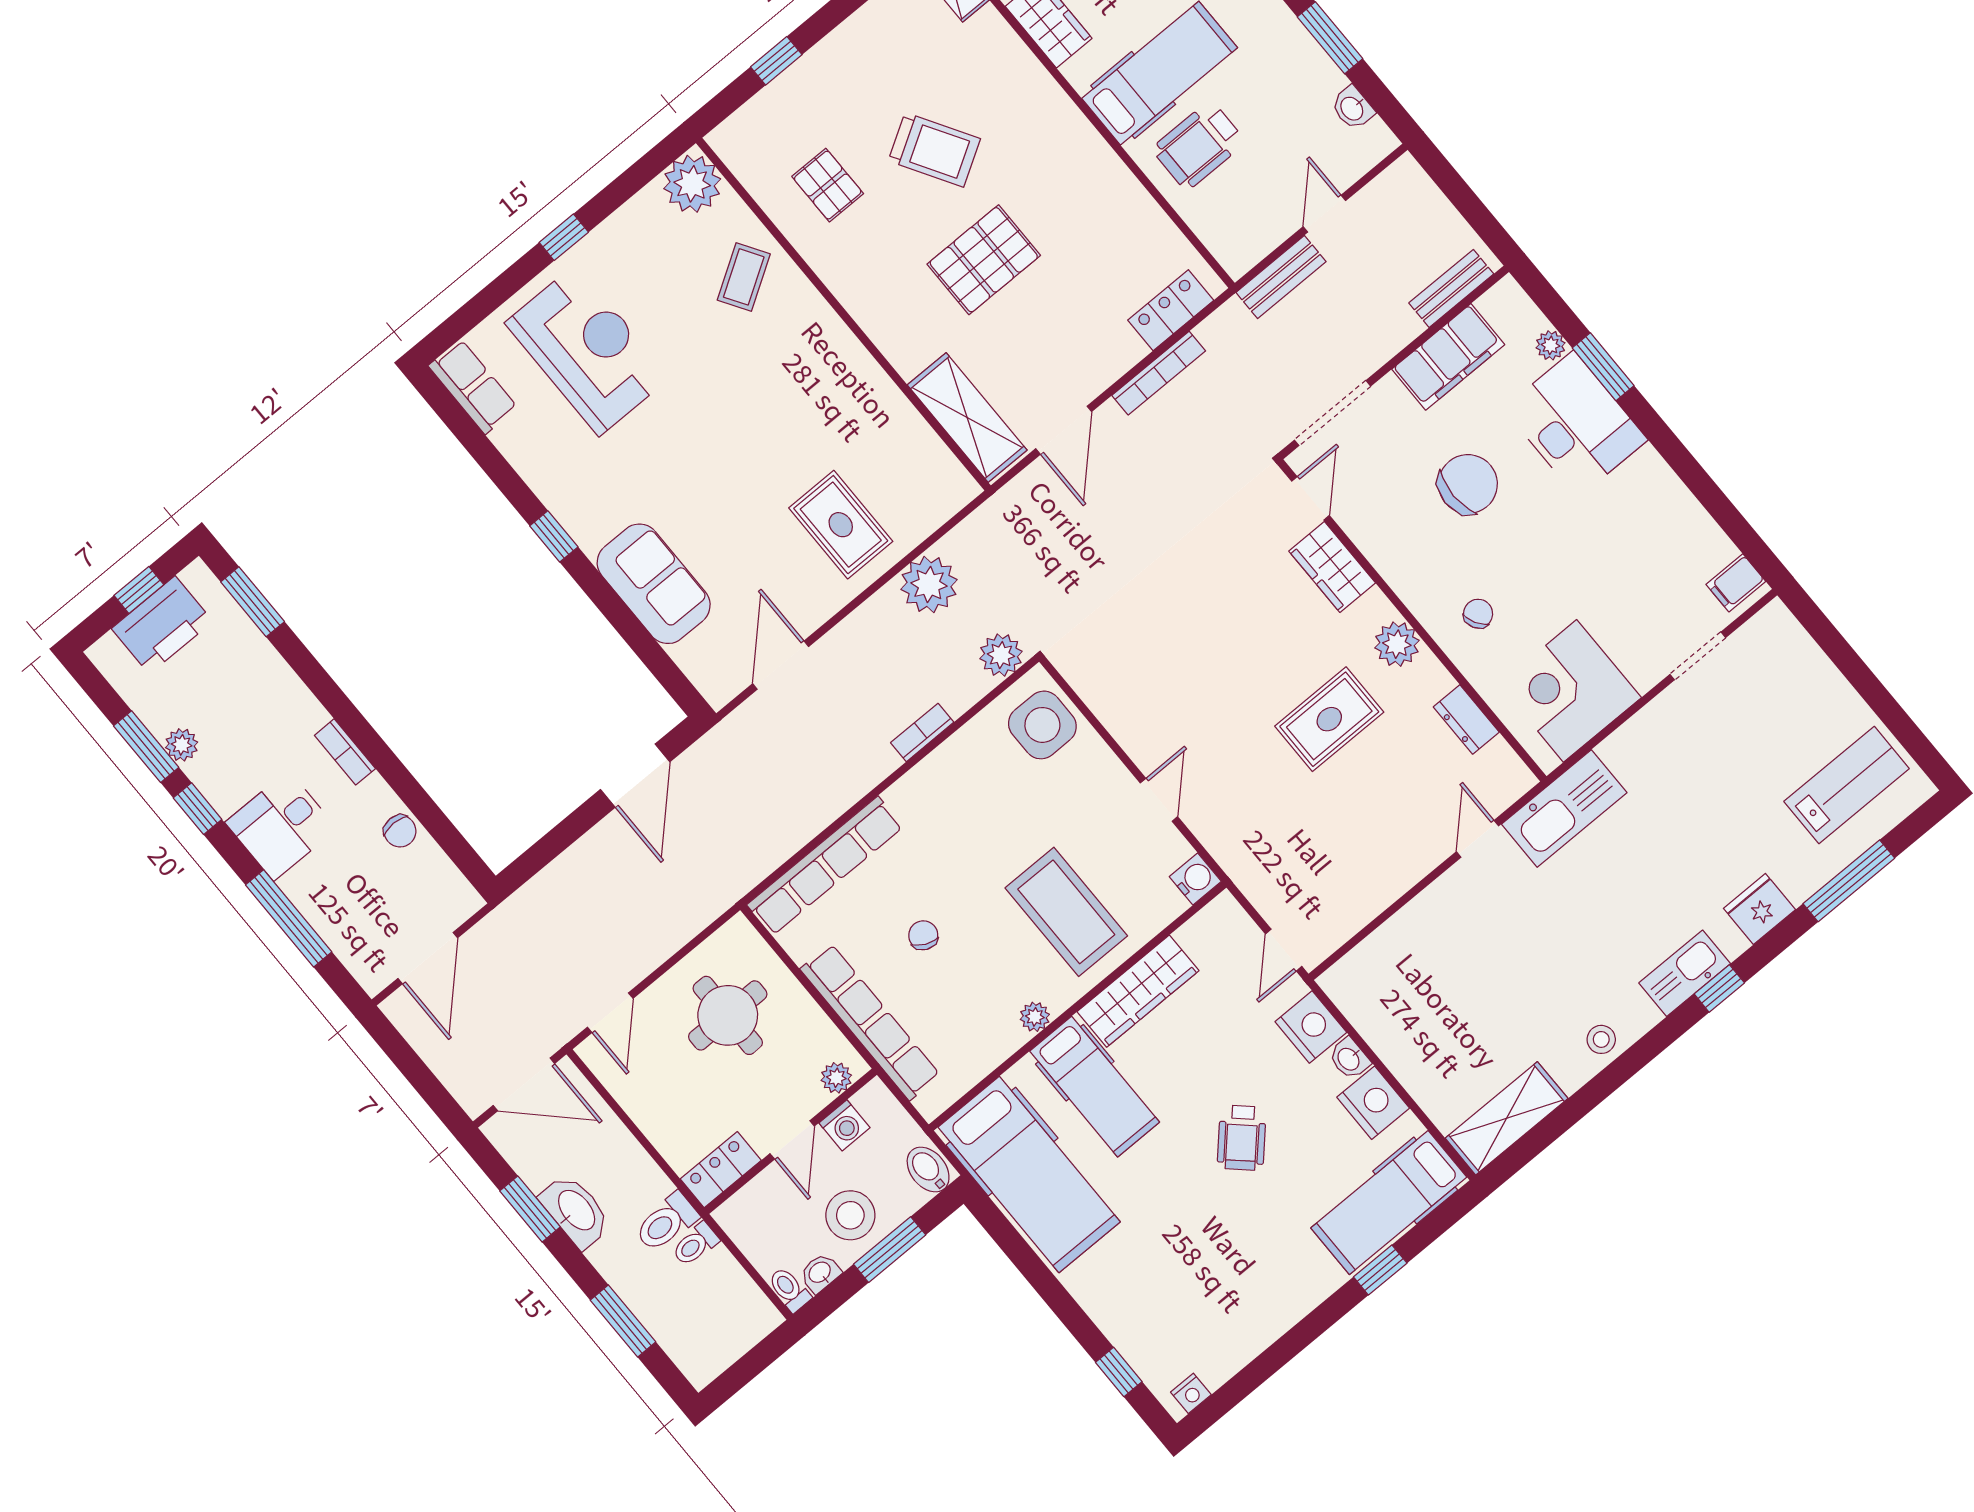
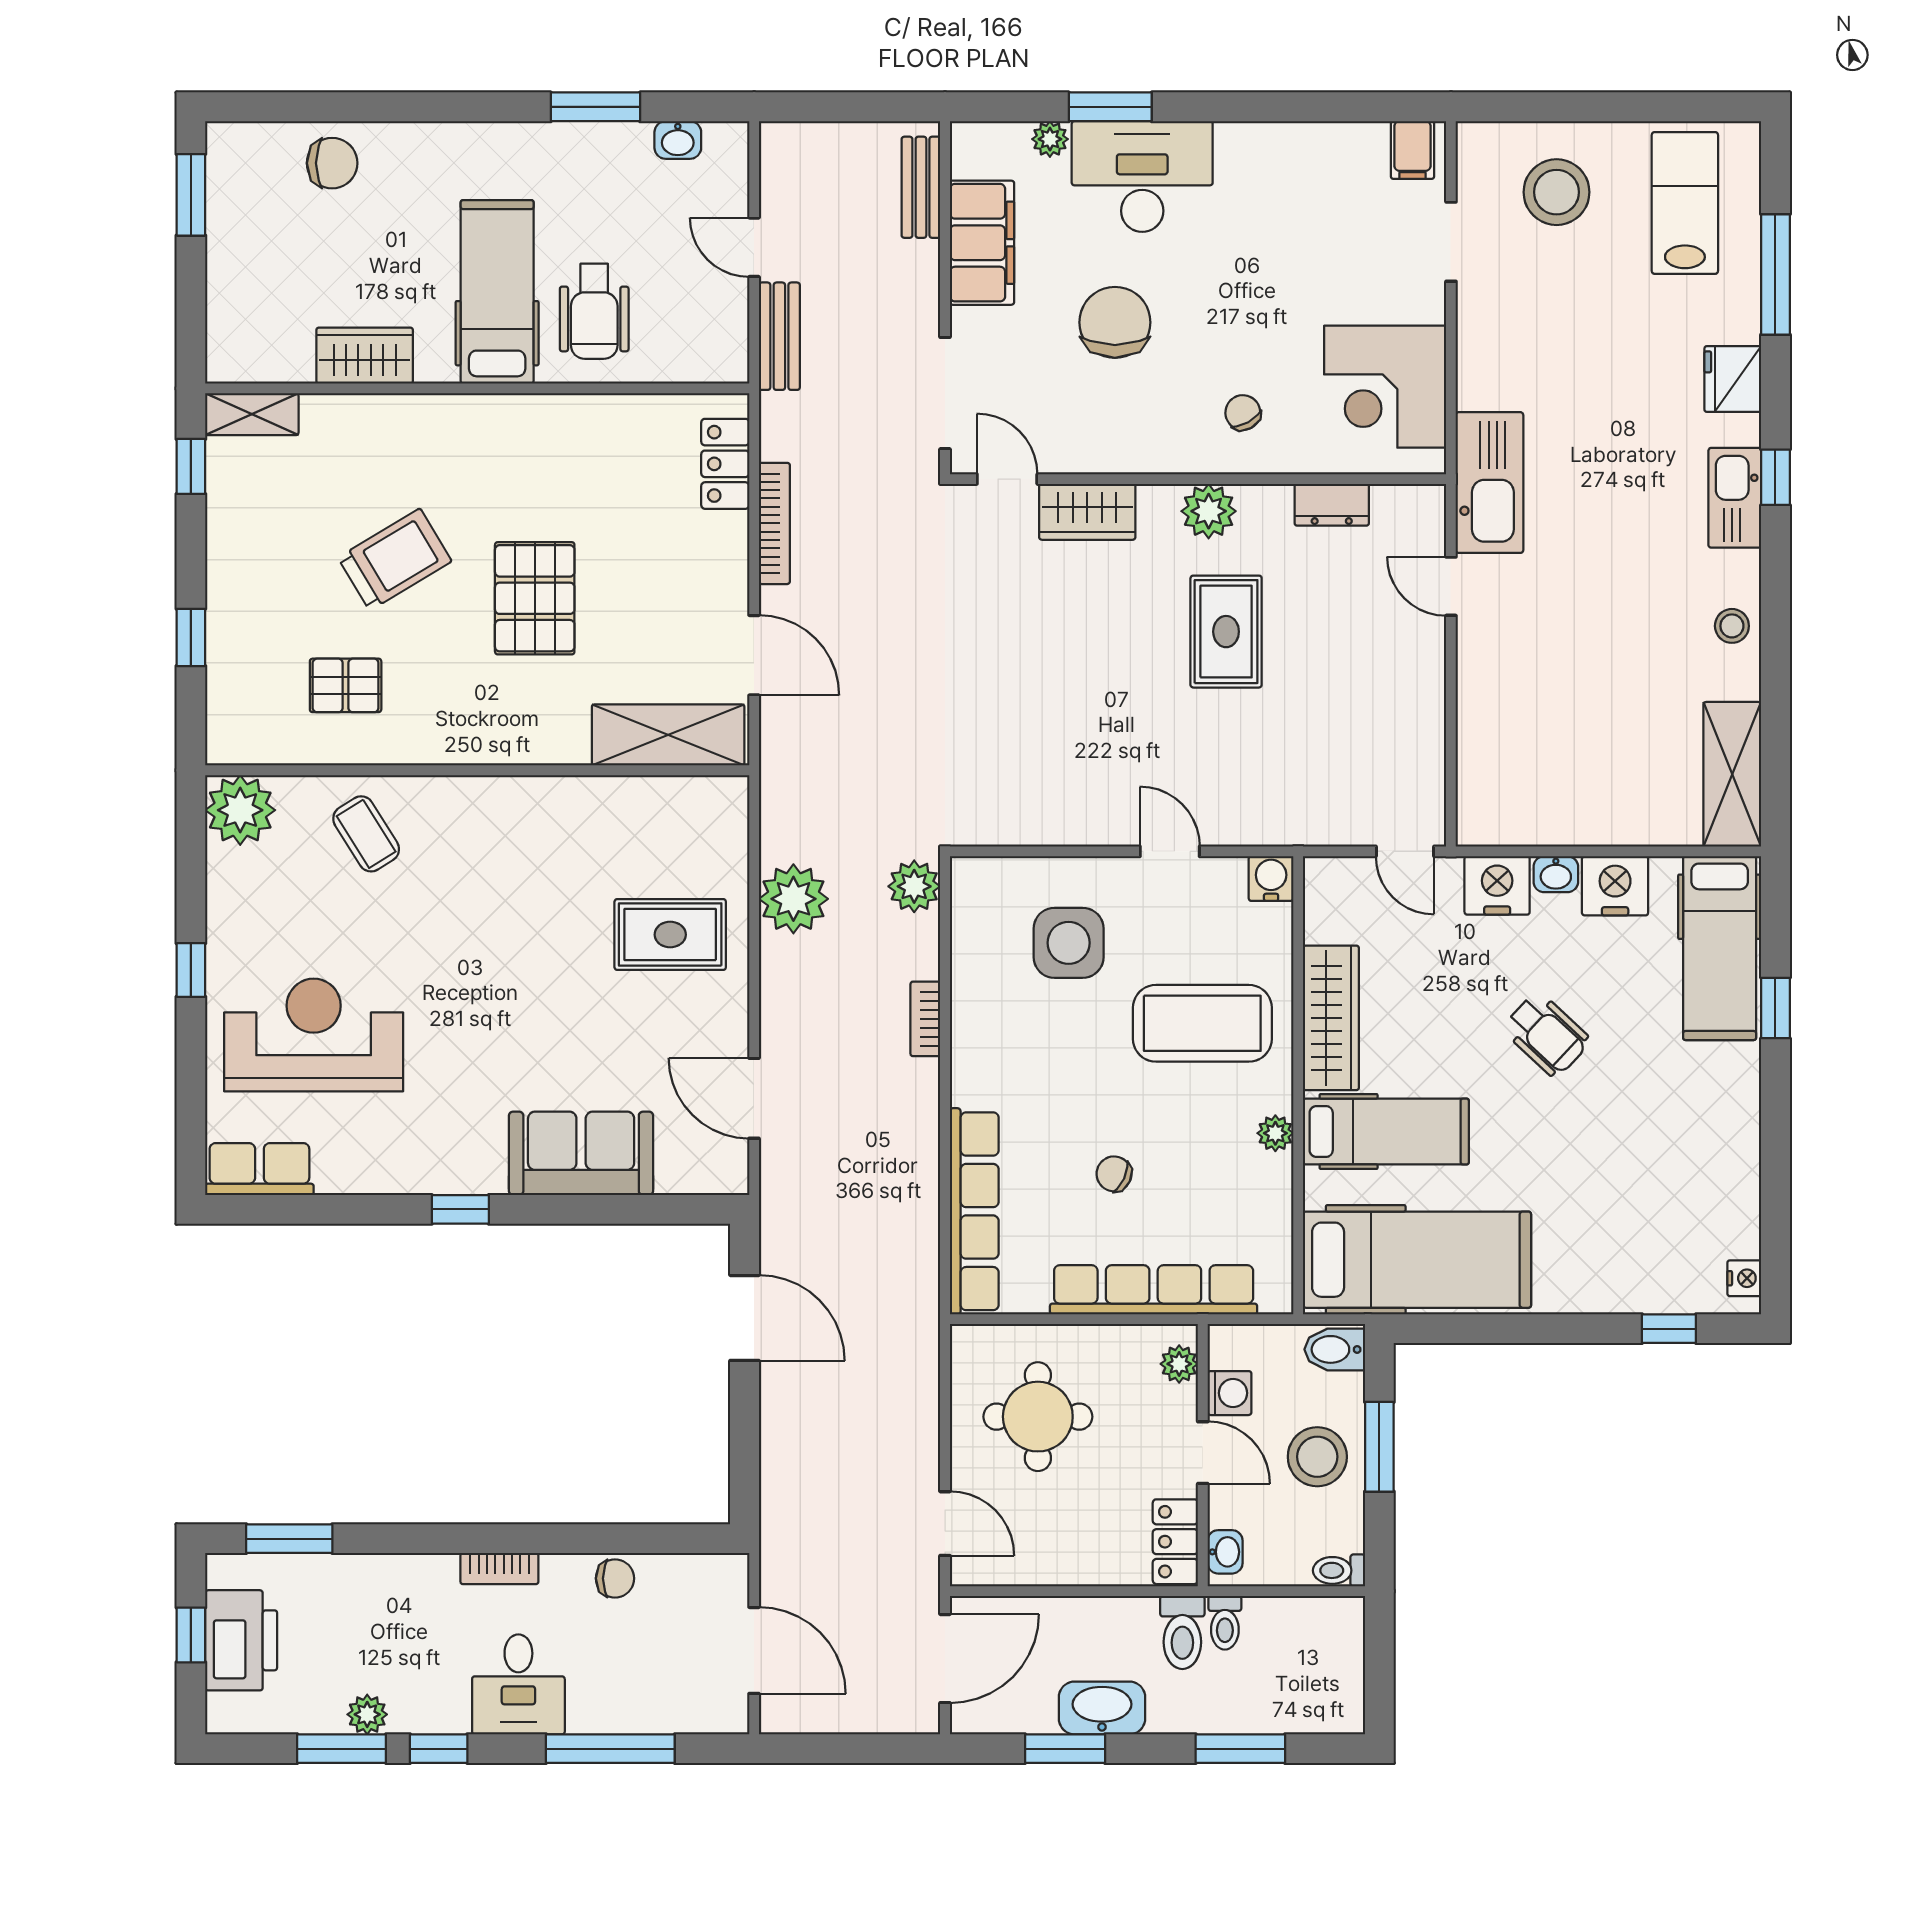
stool: (1785, 697) -> (1557, 192), added
side table: (1042, 725) -> (1069, 943), moved
washbasin: (820, 1273) -> (1225, 1552), moved, turned 180

